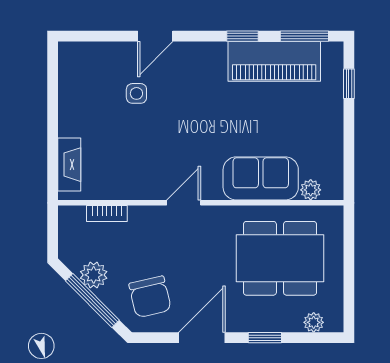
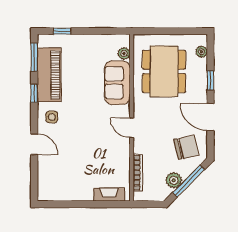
side table: (136, 93) -> (52, 117), moved
bookcase: (107, 213) -> (138, 173), width x1.56

